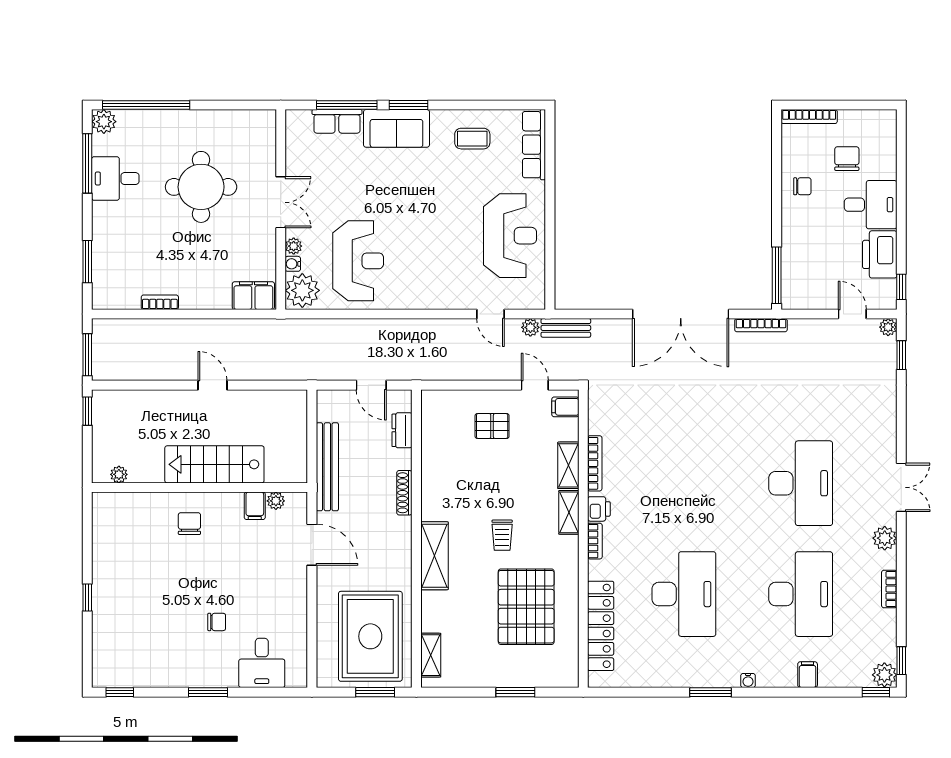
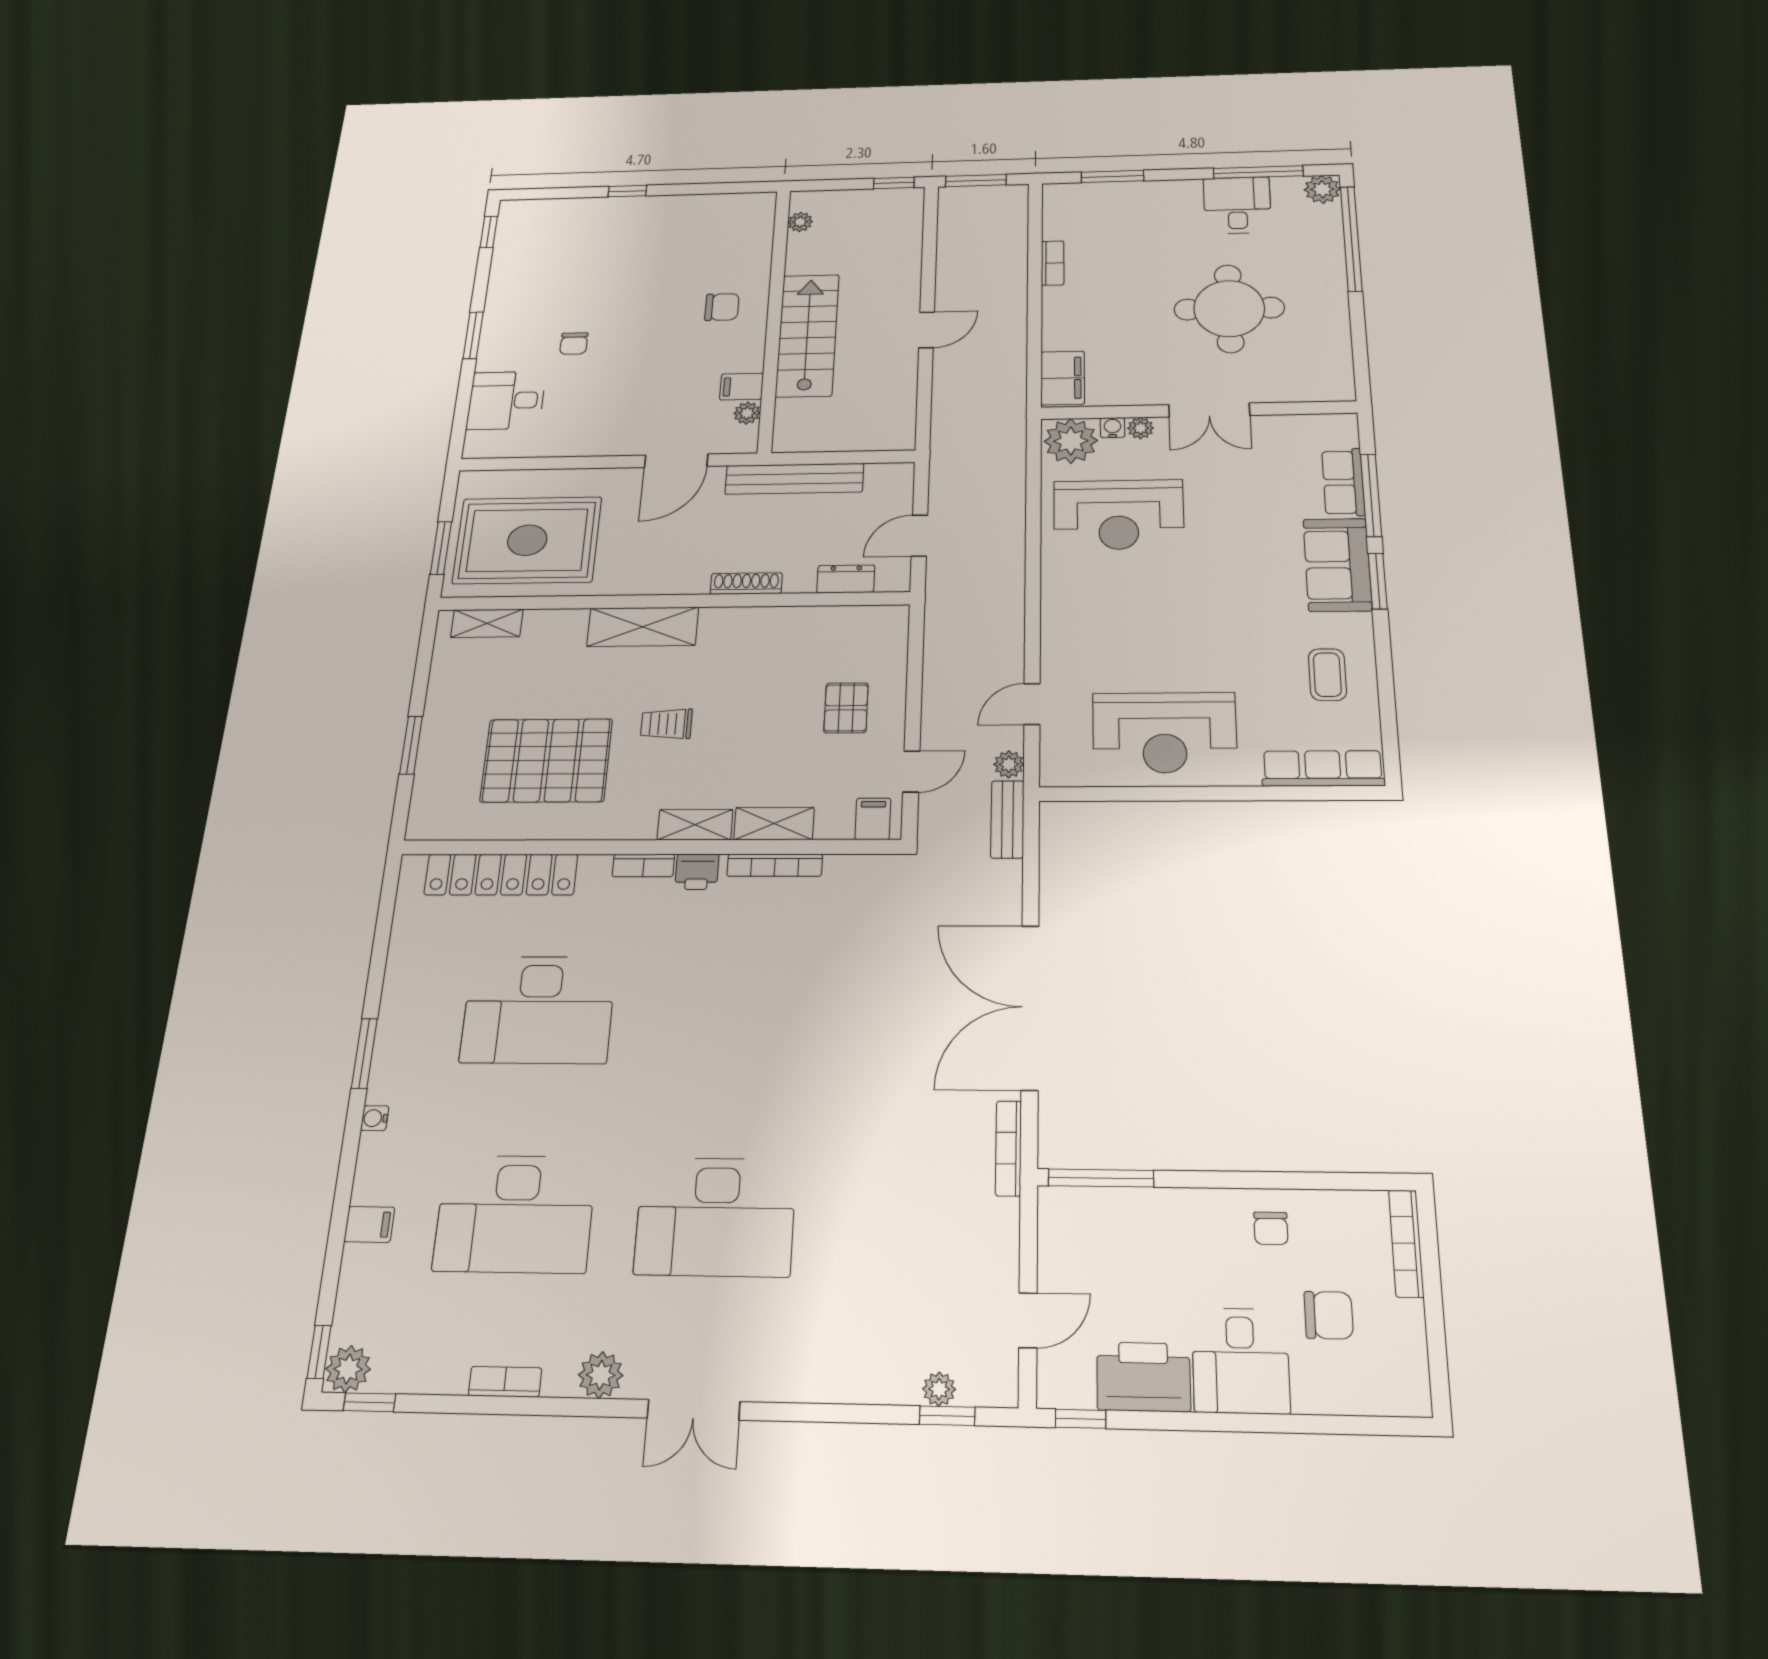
plant: (888, 327) -> (939, 1389), moved

